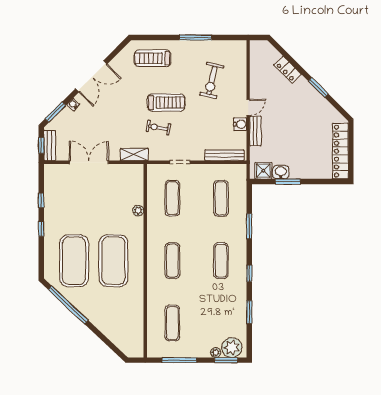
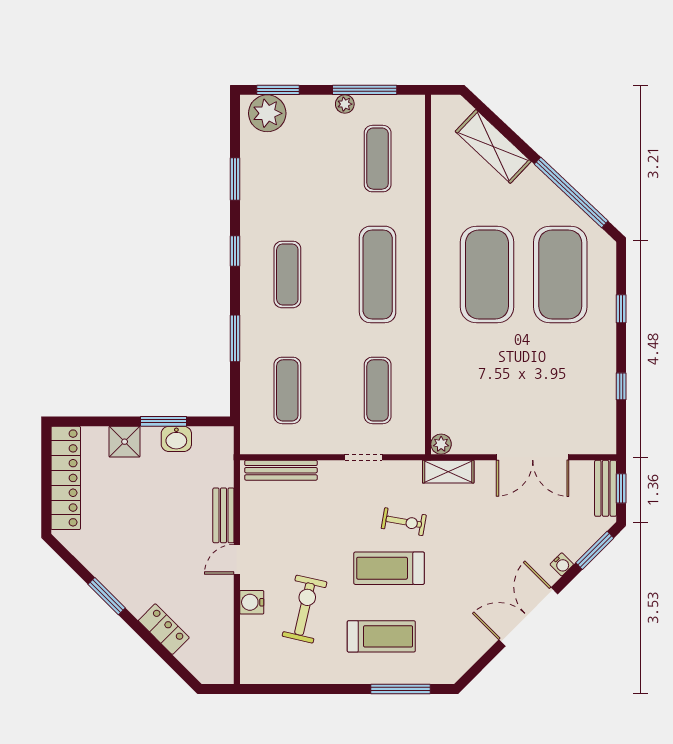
window: (196, 37) -> (400, 689), moved
treadmill: (153, 58) -> (381, 636), moved
water cooler: (240, 124) -> (252, 602), moved
shower: (263, 171) -> (125, 442), moved
plant: (138, 211) -> (441, 444), moved
window: (41, 229) -> (621, 309), moved
exercise mat: (172, 261) -> (378, 274), width x1.36, depth x1.45
shelving: (110, 330) -> (493, 146), added
plant: (216, 353) -> (345, 104), moved

